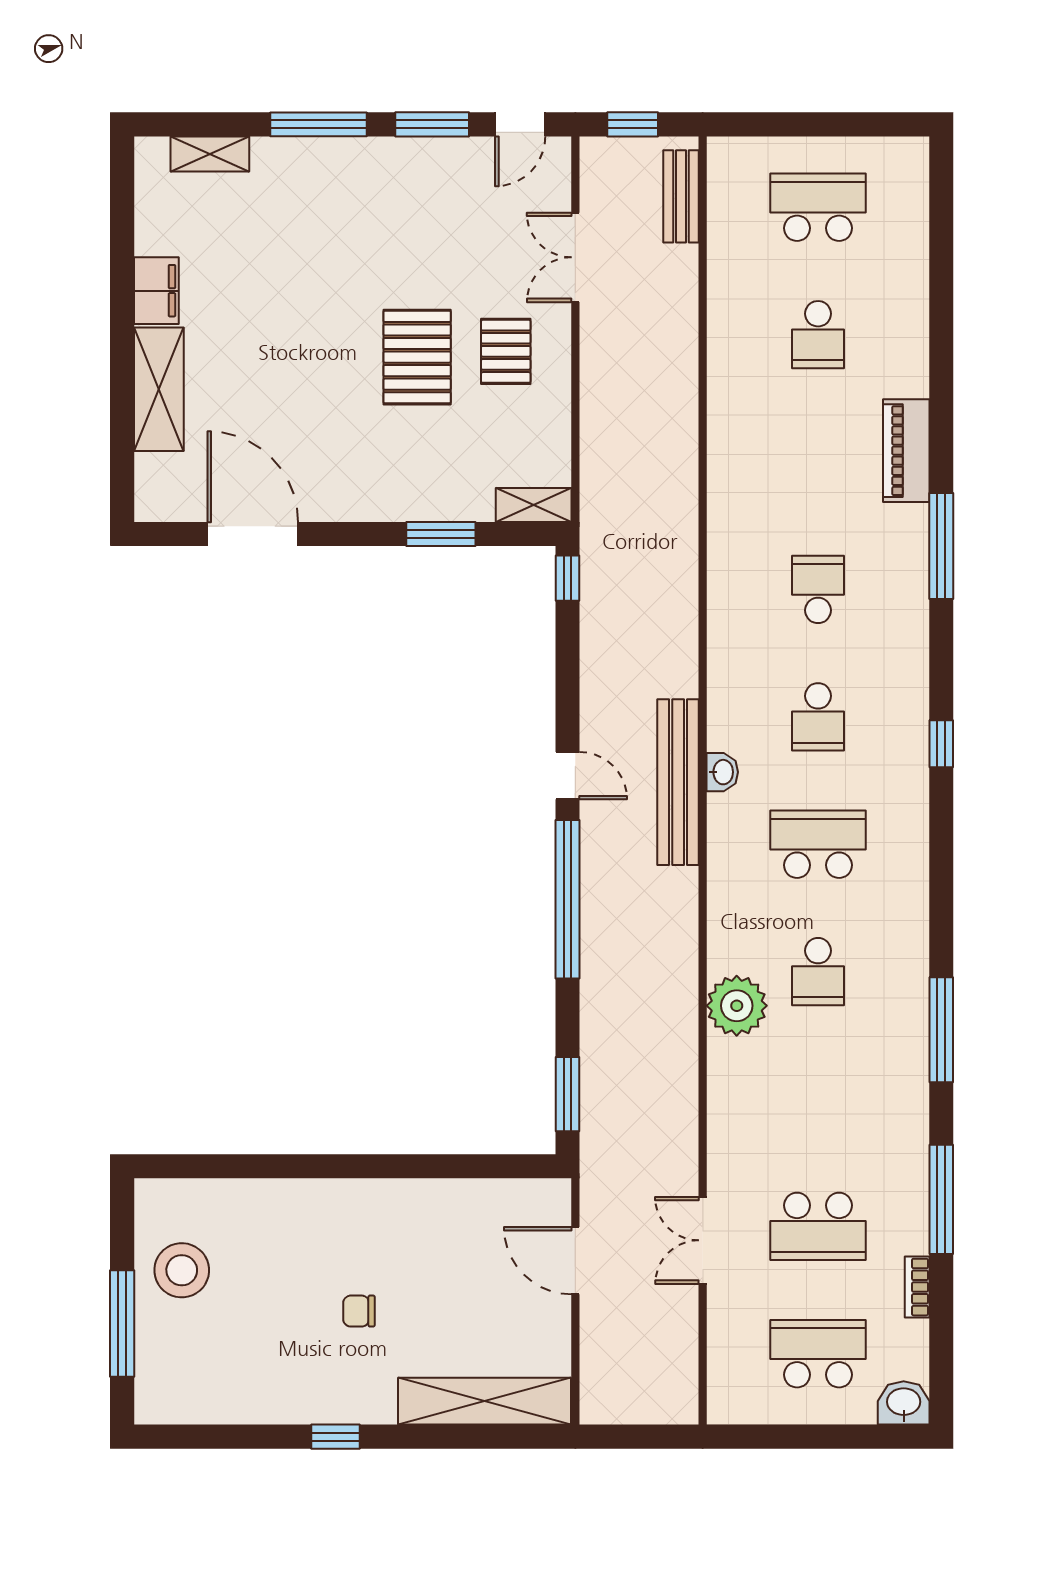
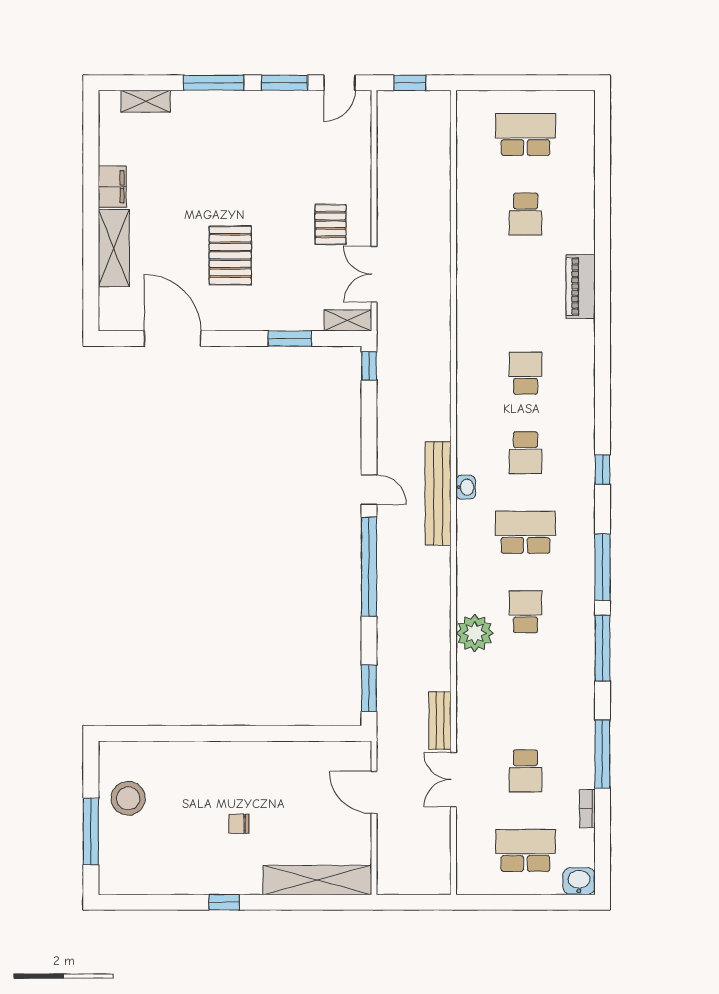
bench: (681, 196) -> (440, 721), moved
double door: (575, 257) -> (374, 274), moved
pallet: (417, 357) -> (230, 255), moved
window: (941, 546) -> (602, 567), moved
school desk: (818, 972) -> (525, 612), turned 180
school desk: (818, 1226) -> (525, 771), width x0.54

